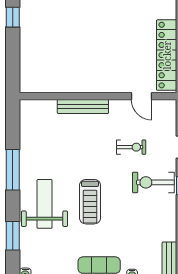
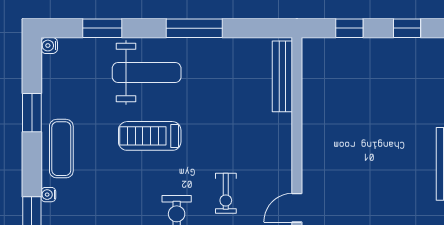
window: (13, 58) -> (349, 28), added
bench: (83, 106) -> (282, 76), moved

